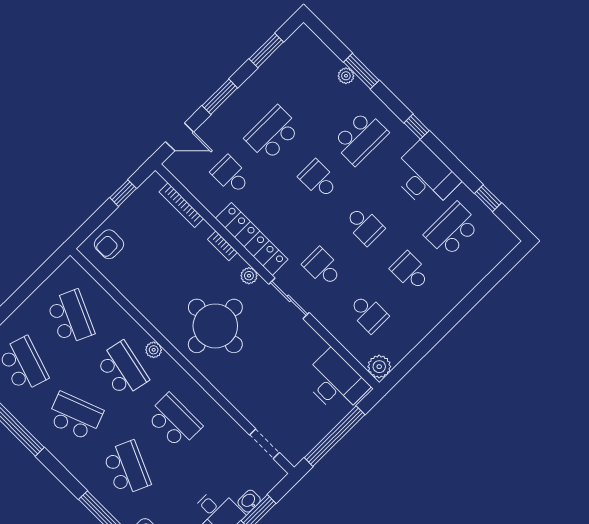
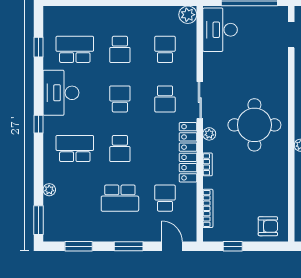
window: (361, 71) -> (38, 220), moved
school desk: (231, 175) -> (165, 198), turned 180
school desk: (452, 230) -> (75, 49), turned 180

